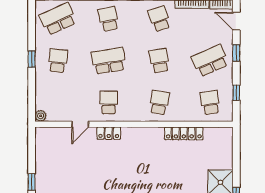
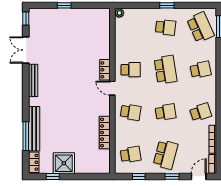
school desk: (210, 61) -> (166, 155), turned 39
door: (80, 124) -> (112, 88), moved

